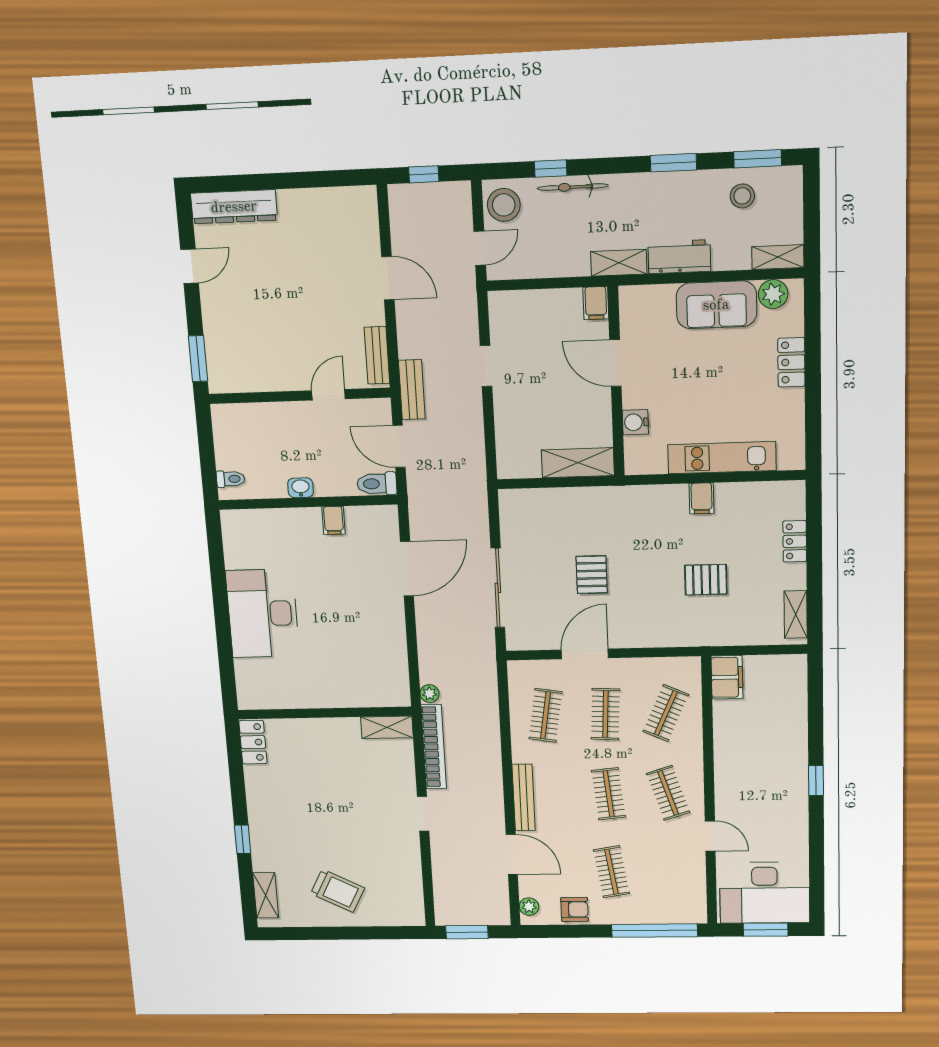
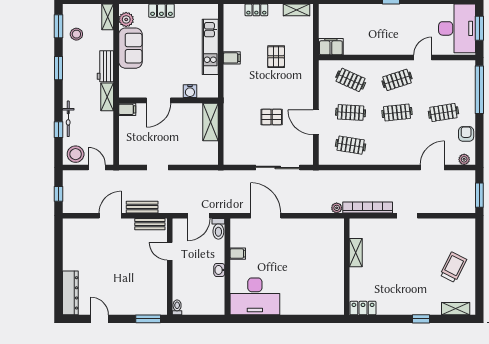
bench: (412, 390) -> (142, 207), moved
toilet: (231, 479) -> (177, 307), moved
desk: (263, 613) -> (255, 296), moved
shelving: (387, 727) -> (356, 253), moved
bench: (524, 797) -> (398, 159), removed

